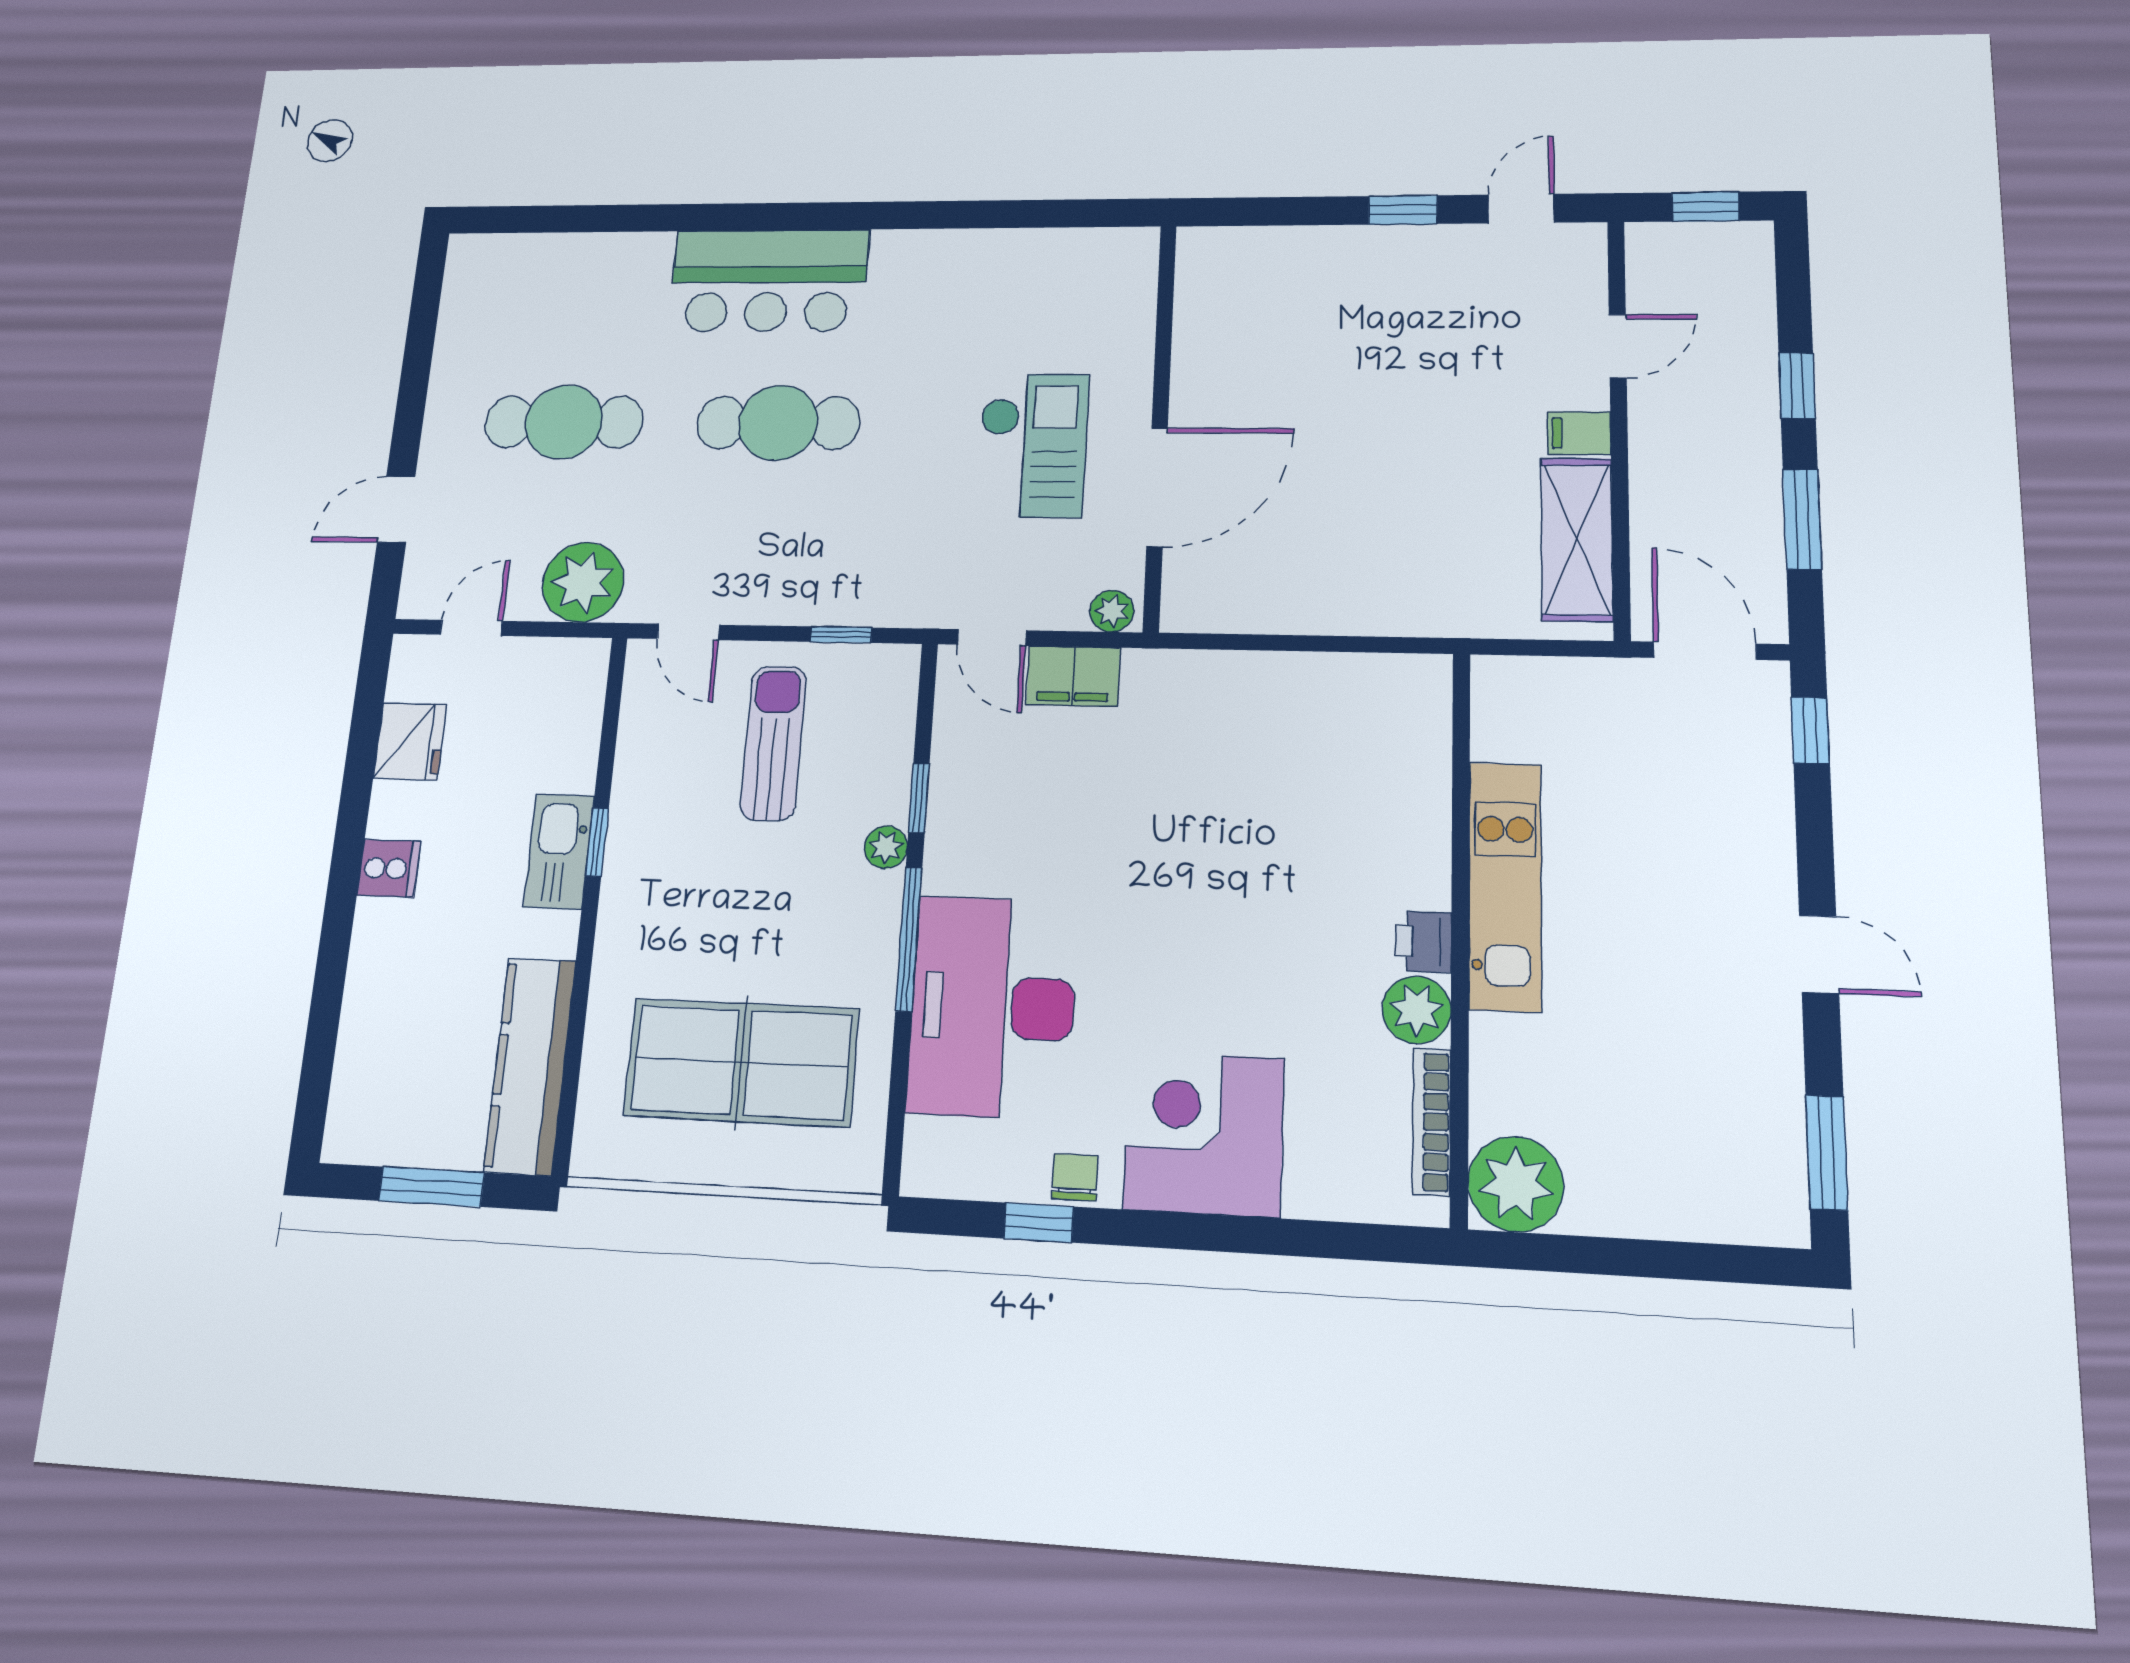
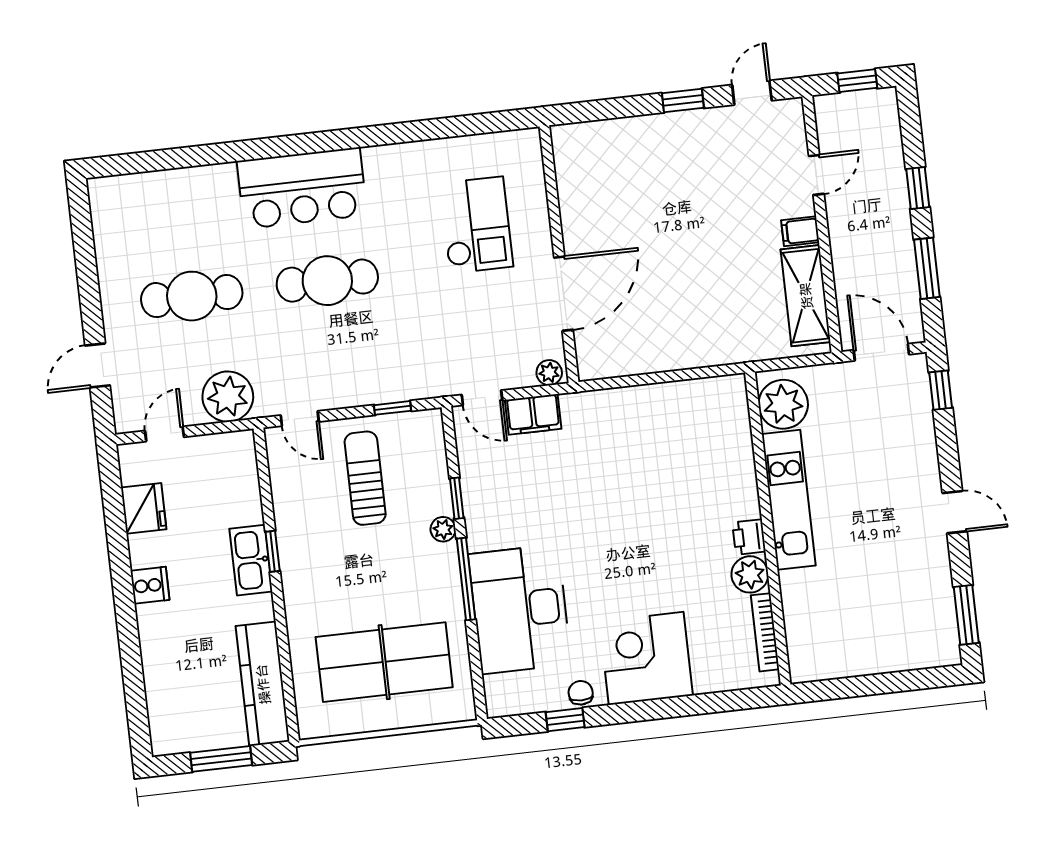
checkout: (1032, 445) -> (476, 225), moved
plant: (1516, 1184) -> (783, 404), moved

